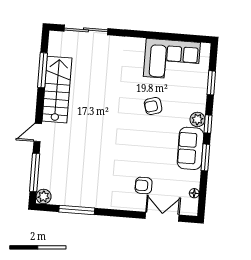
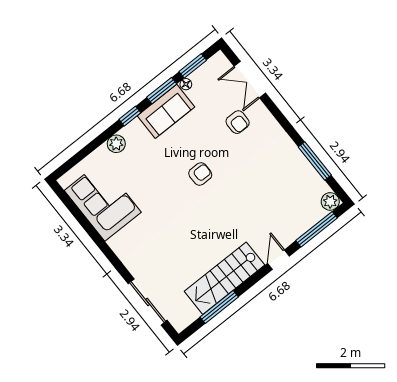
window: (211, 83) -> (193, 66), moved
armchair: (153, 106) -> (200, 174), moved, turned -74
plant: (197, 119) -> (116, 144), moved
door: (38, 133) -> (279, 260), swing flipped
floor lamp: (194, 193) -> (186, 84), moved

